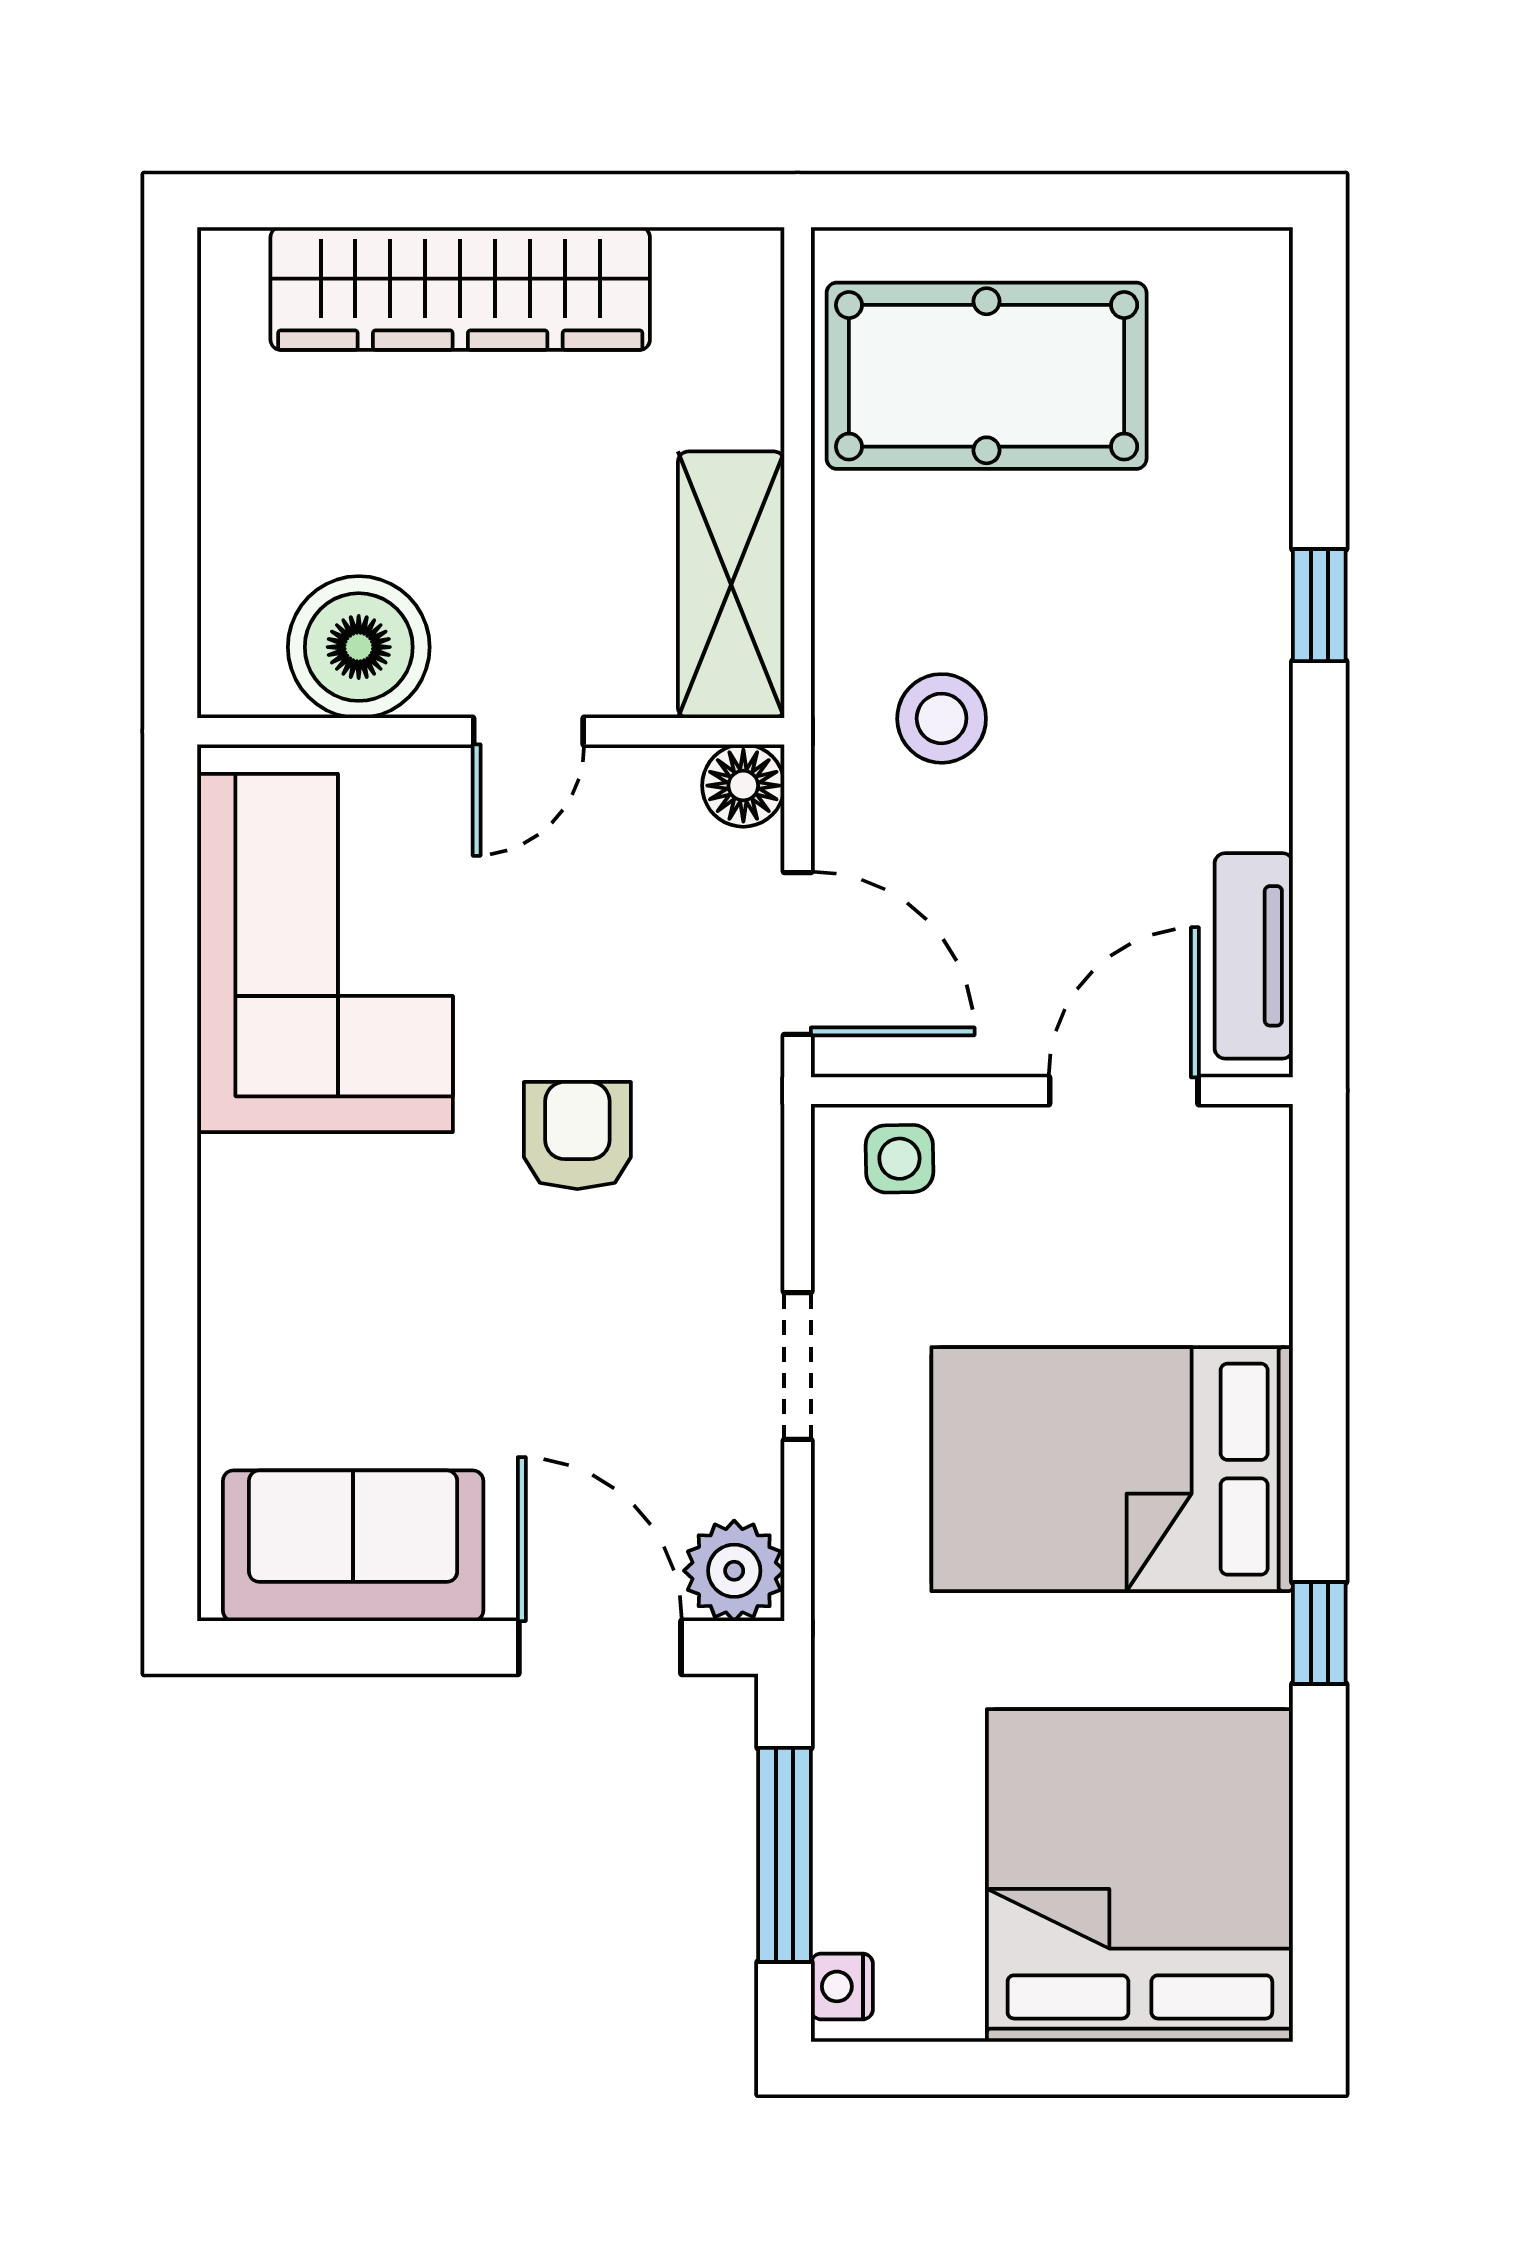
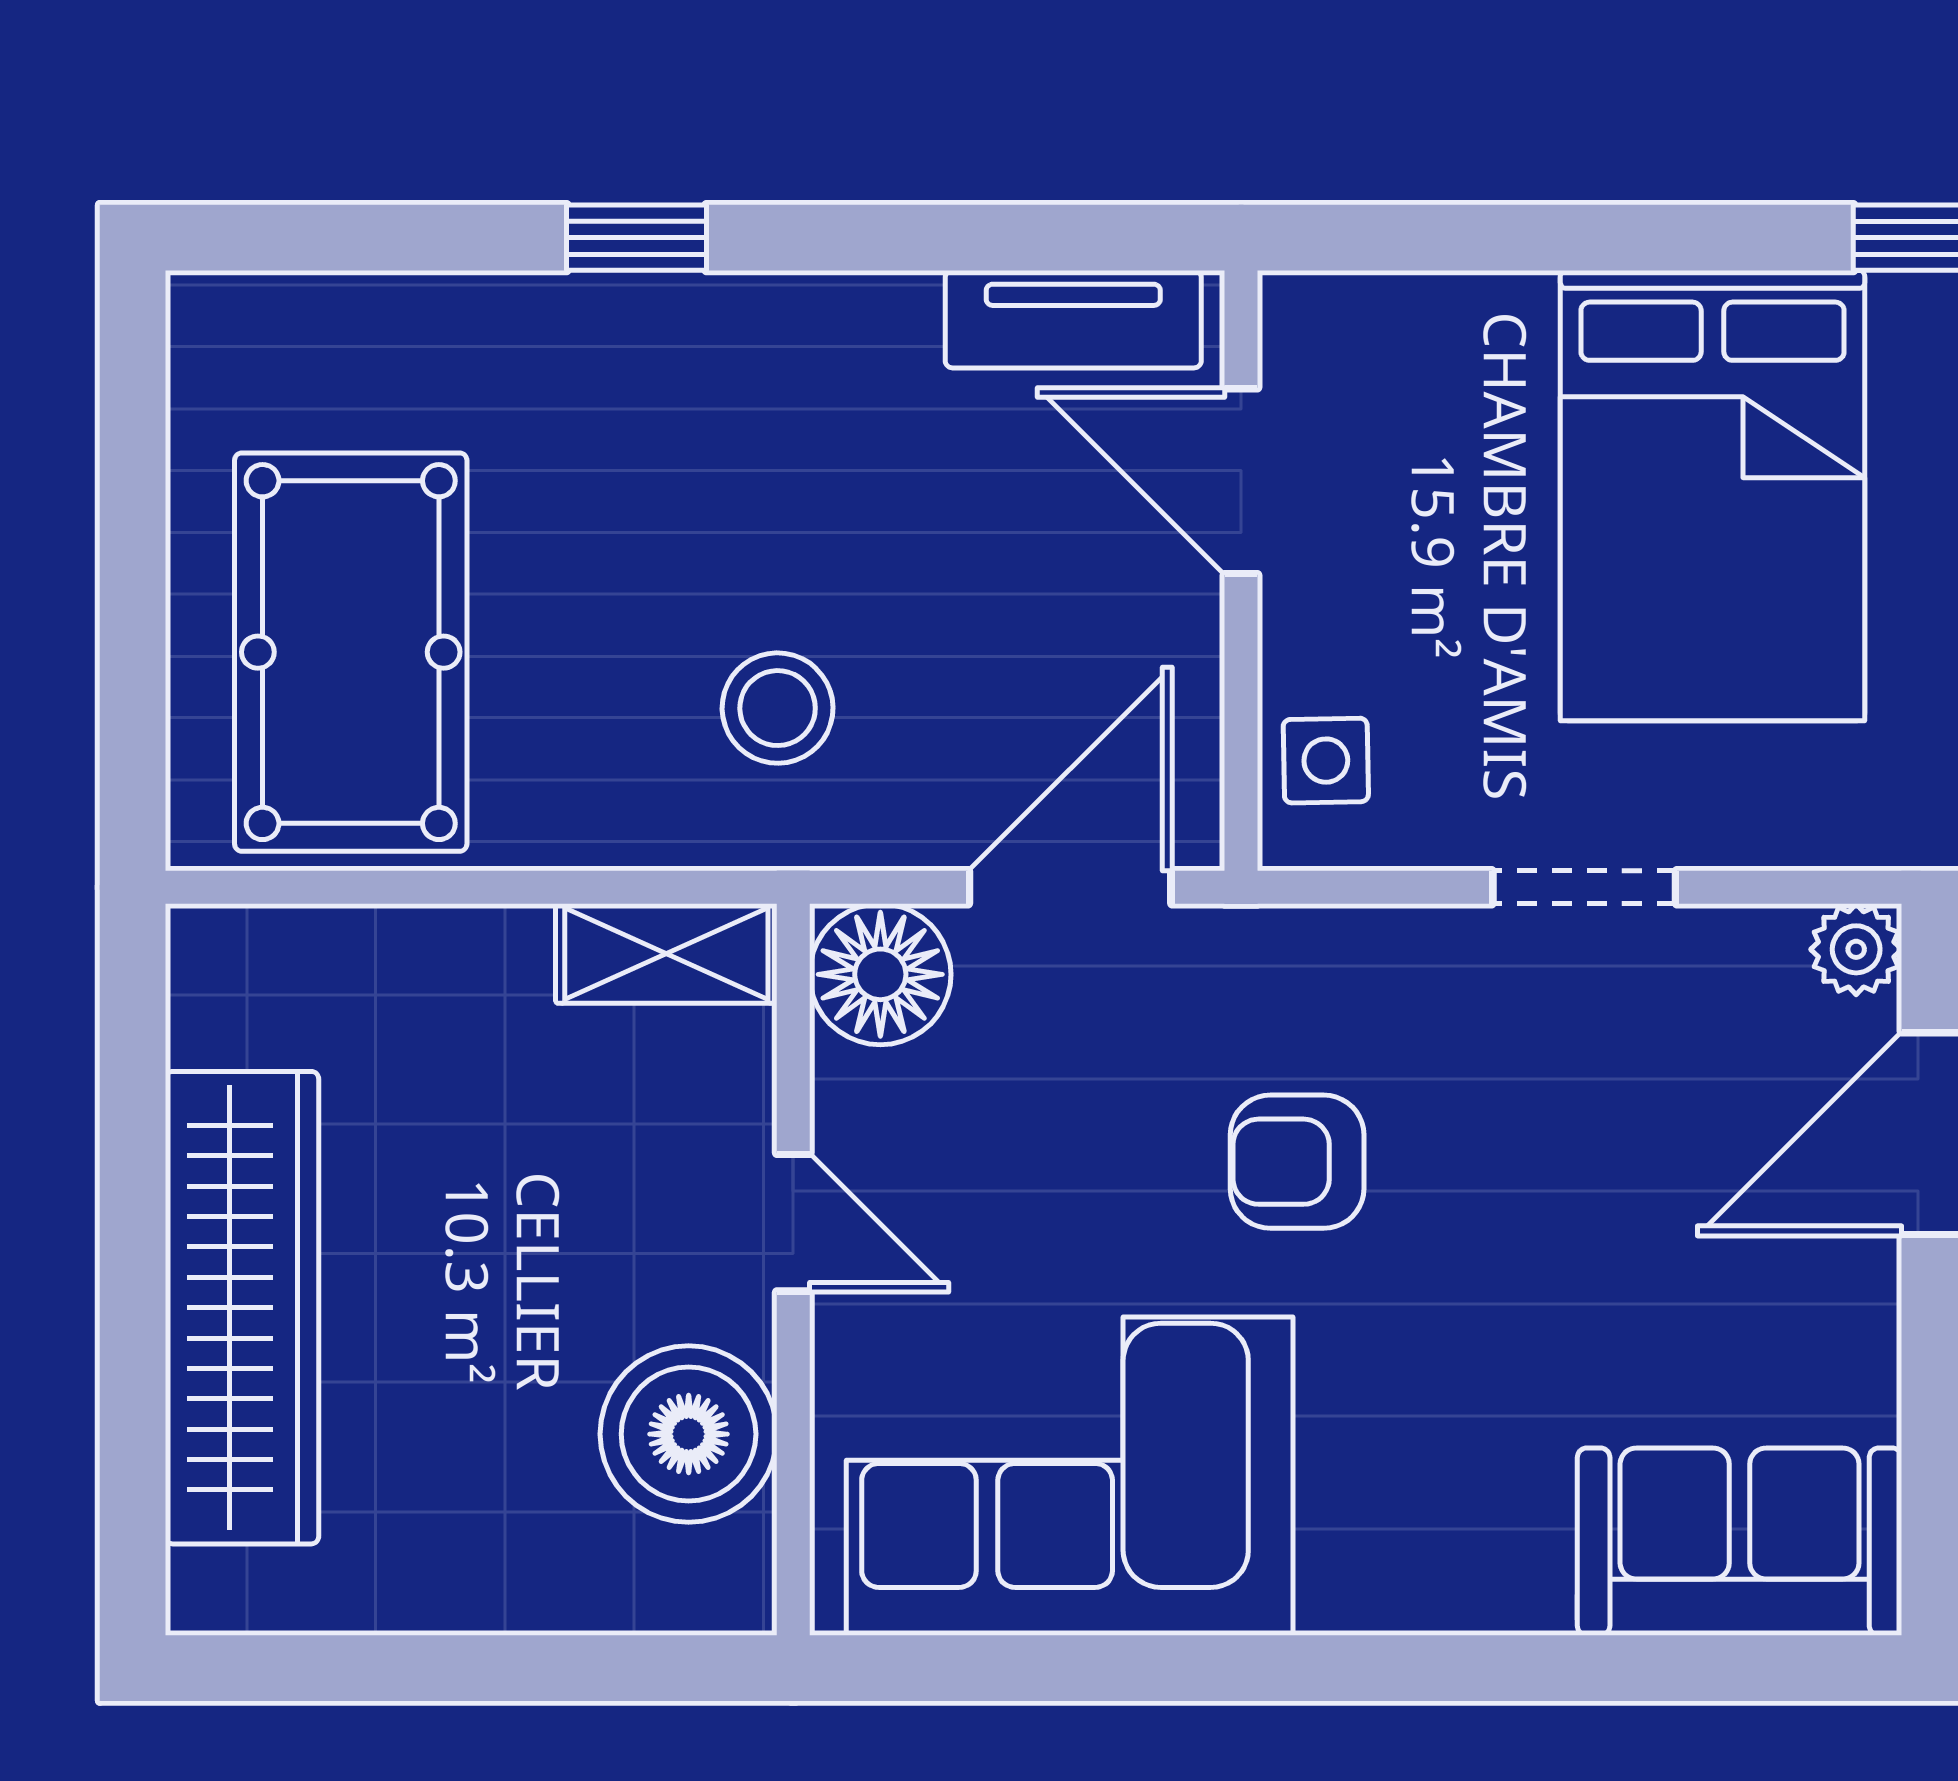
shelving: (731, 585) -> (666, 954), width x0.67, depth x0.75
floor lamp: (743, 786) -> (880, 974), width x1.38, depth x1.38
sofa: (353, 1546) -> (1740, 1542), moved, turned 90
plant: (734, 1571) -> (1856, 949), width x0.73, depth x0.73

